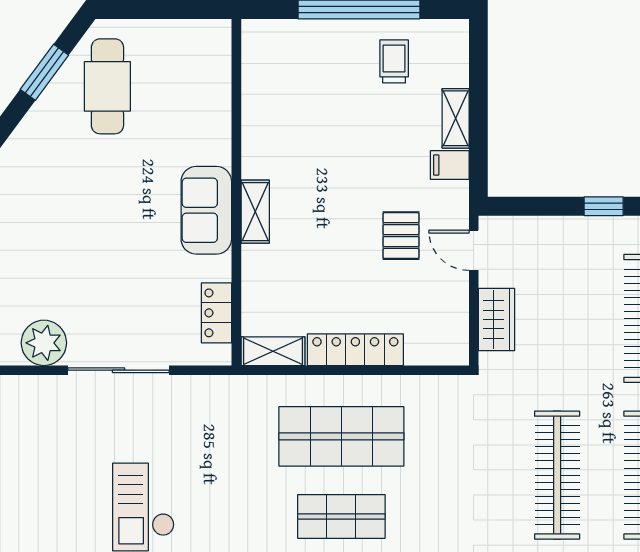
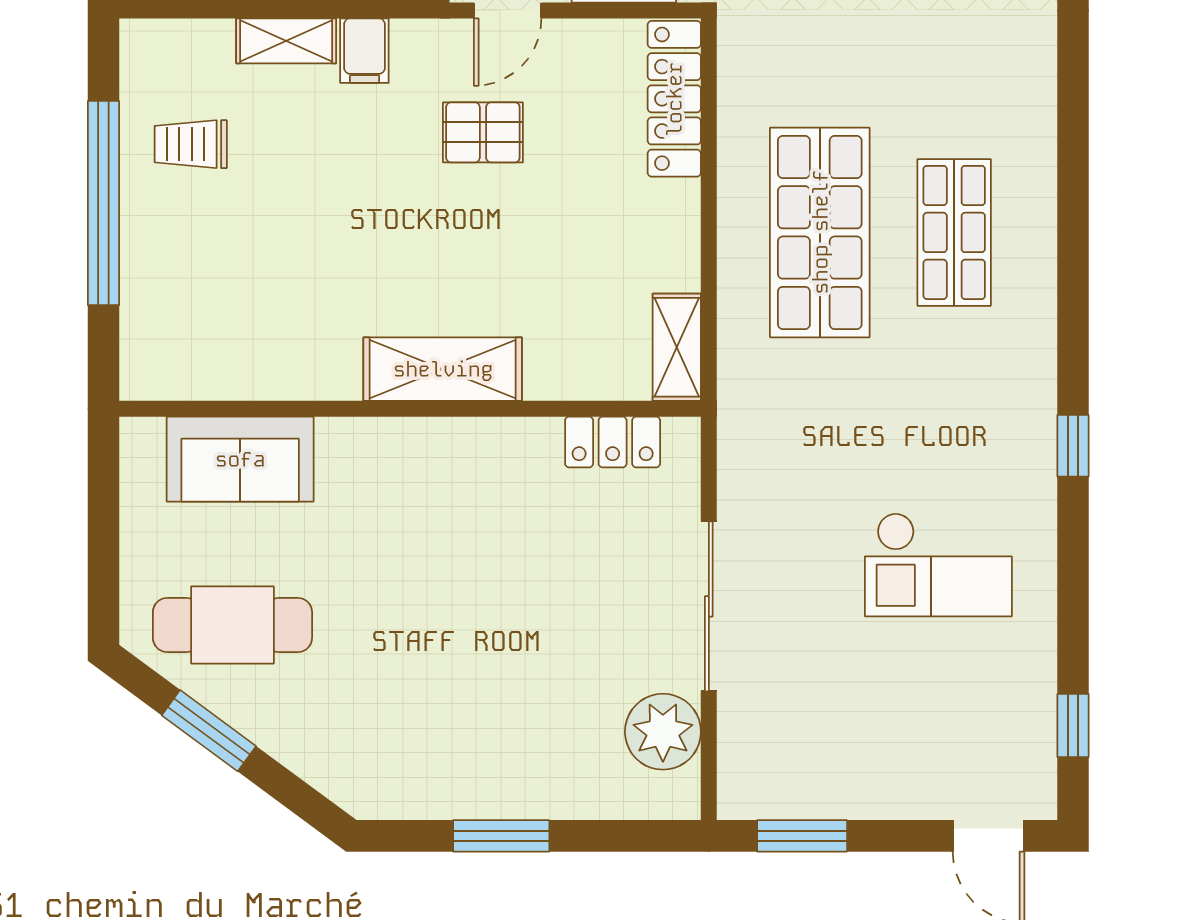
sofa: (206, 210) -> (240, 459), moved
shelving: (255, 212) -> (443, 369), width x1.50, depth x1.33
locker: (355, 350) -> (674, 99), moved

